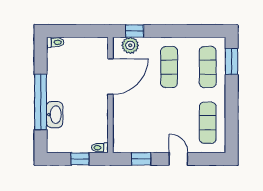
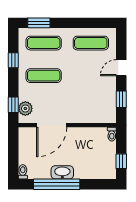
window: (187, 31) -> (13, 60), added
door: (110, 77) -> (52, 125), swing flipped
window: (41, 102) -> (57, 184), moved
washbasin: (55, 115) -> (62, 172), moved
window: (80, 159) -> (121, 161), moved

